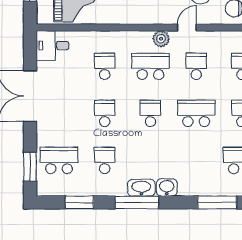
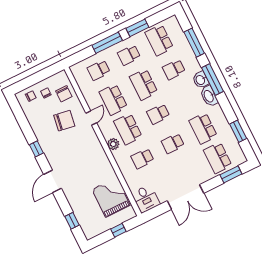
door: (187, 27) -> (91, 118), swing flipped
plant: (161, 39) -> (113, 144), moved
school desk: (196, 66) -> (113, 100), width x1.85
school desk: (105, 160) -> (203, 128), width x1.85
school desk: (196, 160) -> (174, 70), added
window: (137, 202) -> (213, 80), moved

